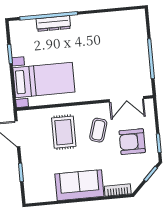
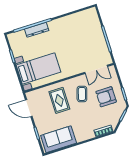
sofa: (79, 185) -> (59, 139), moved

